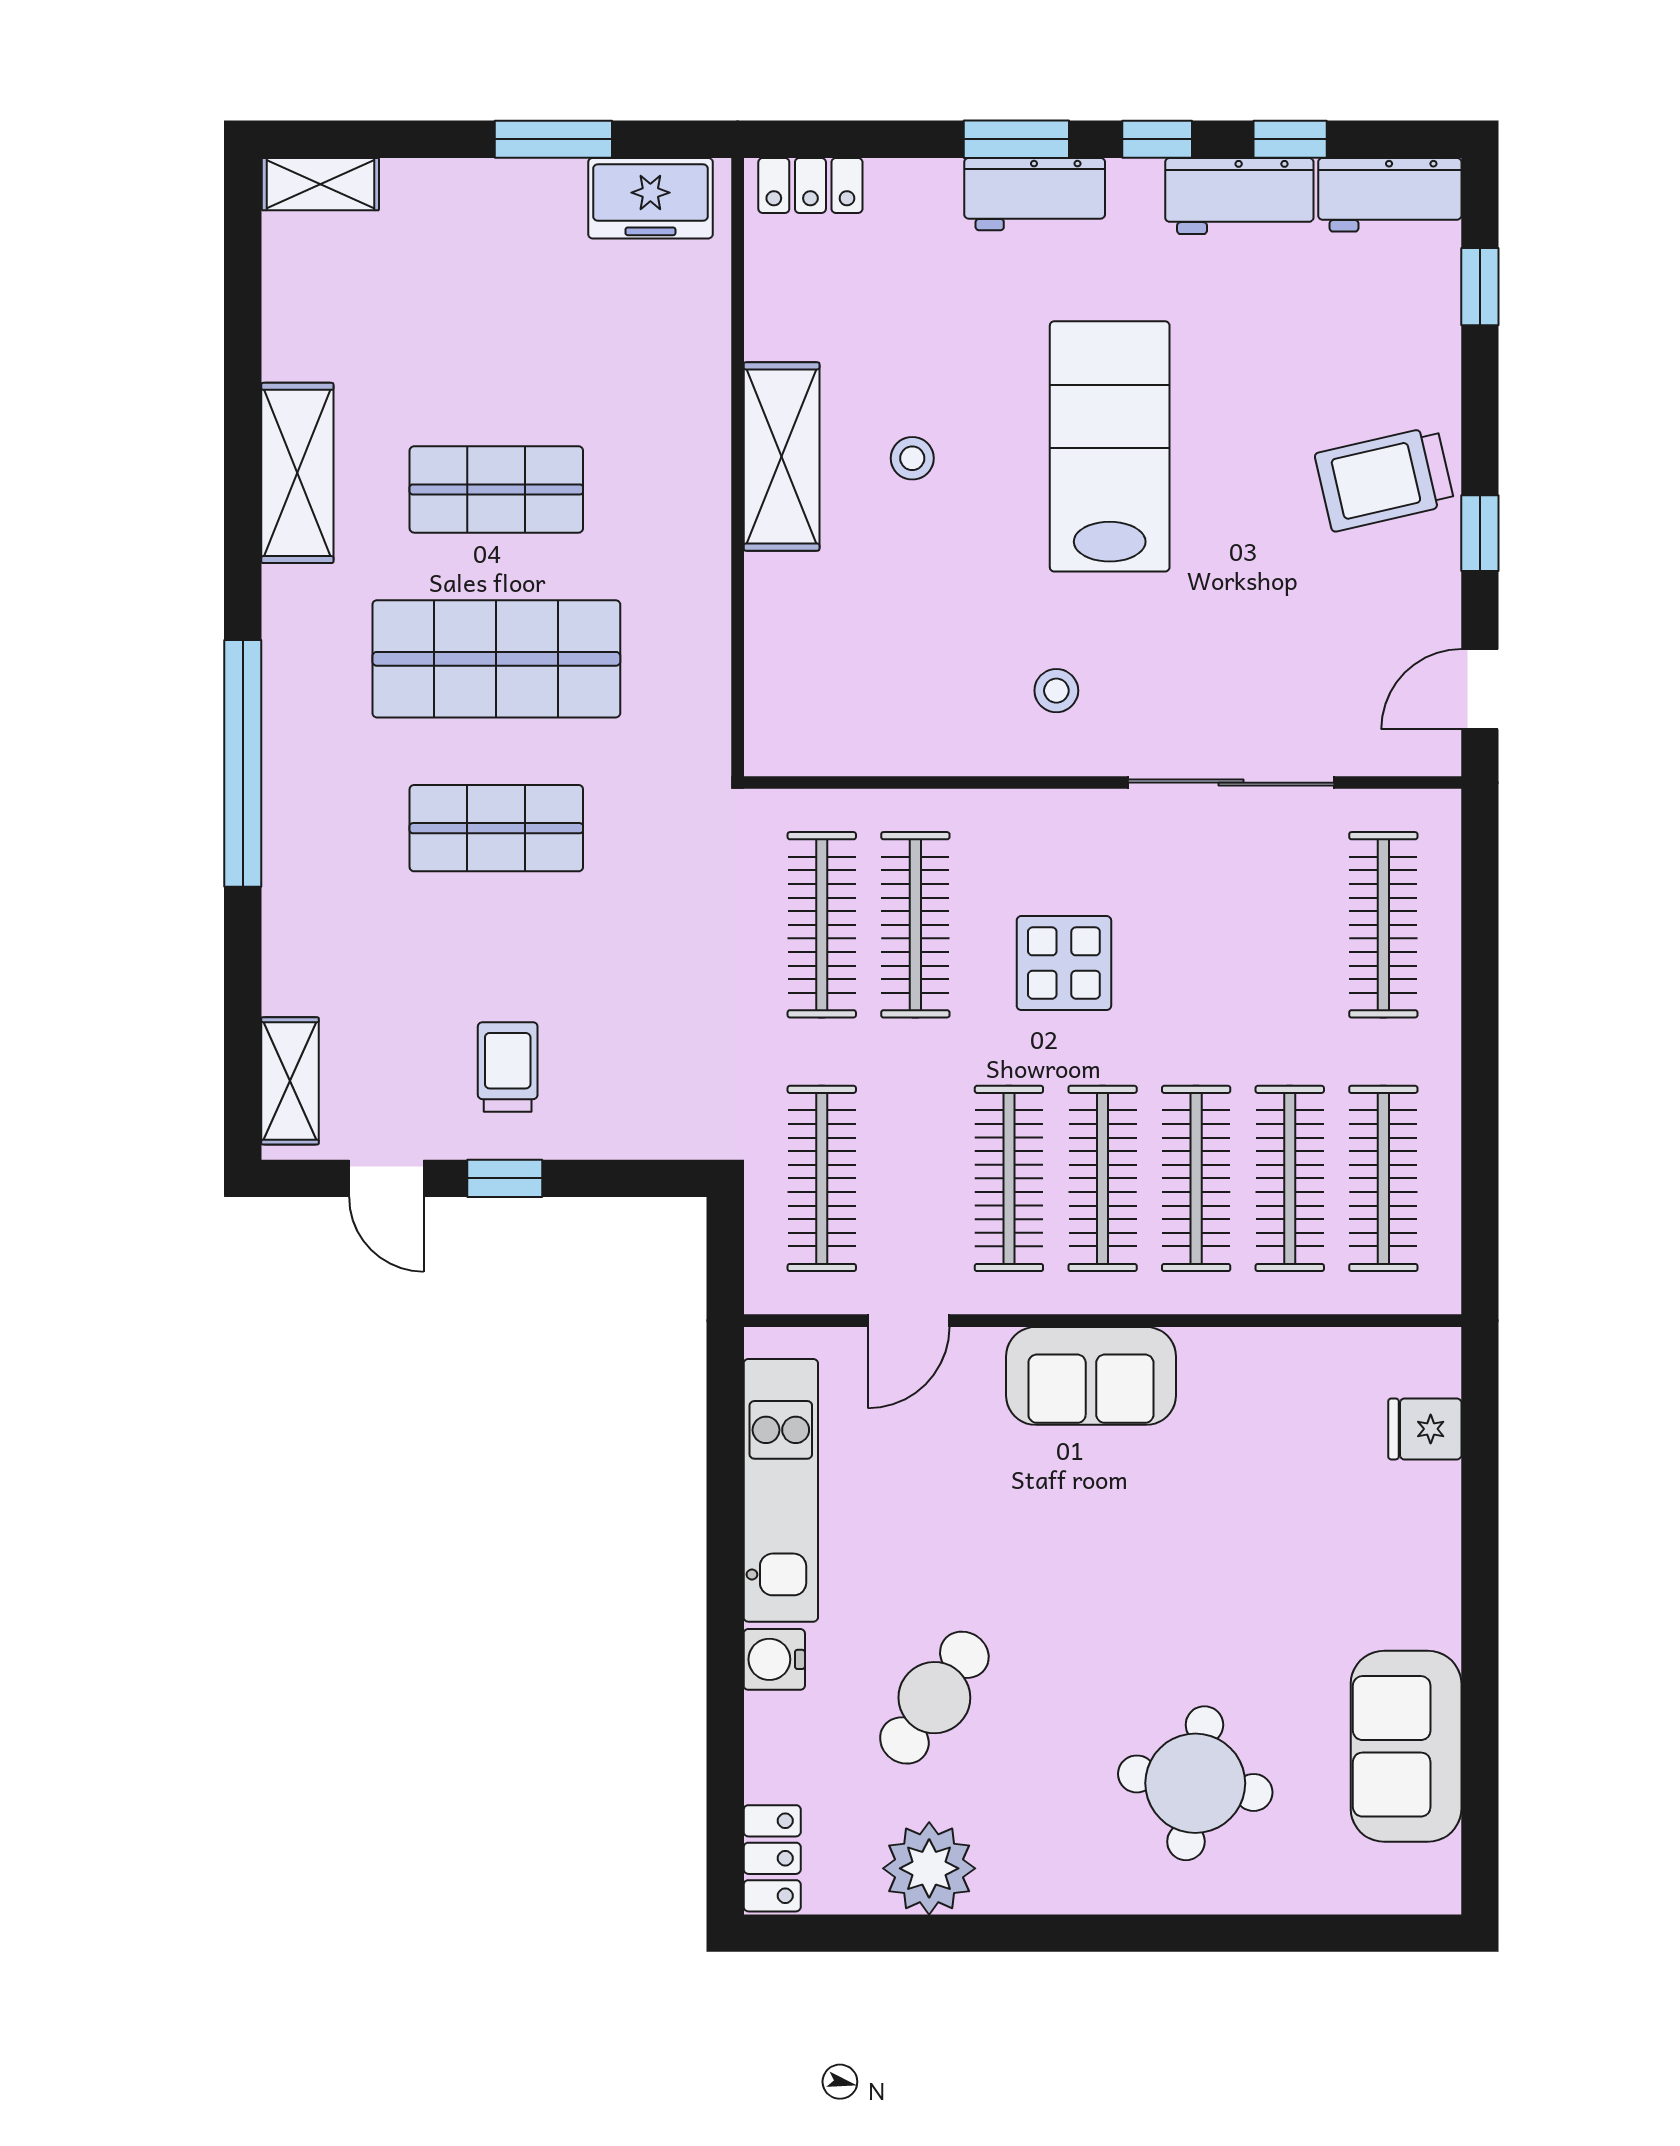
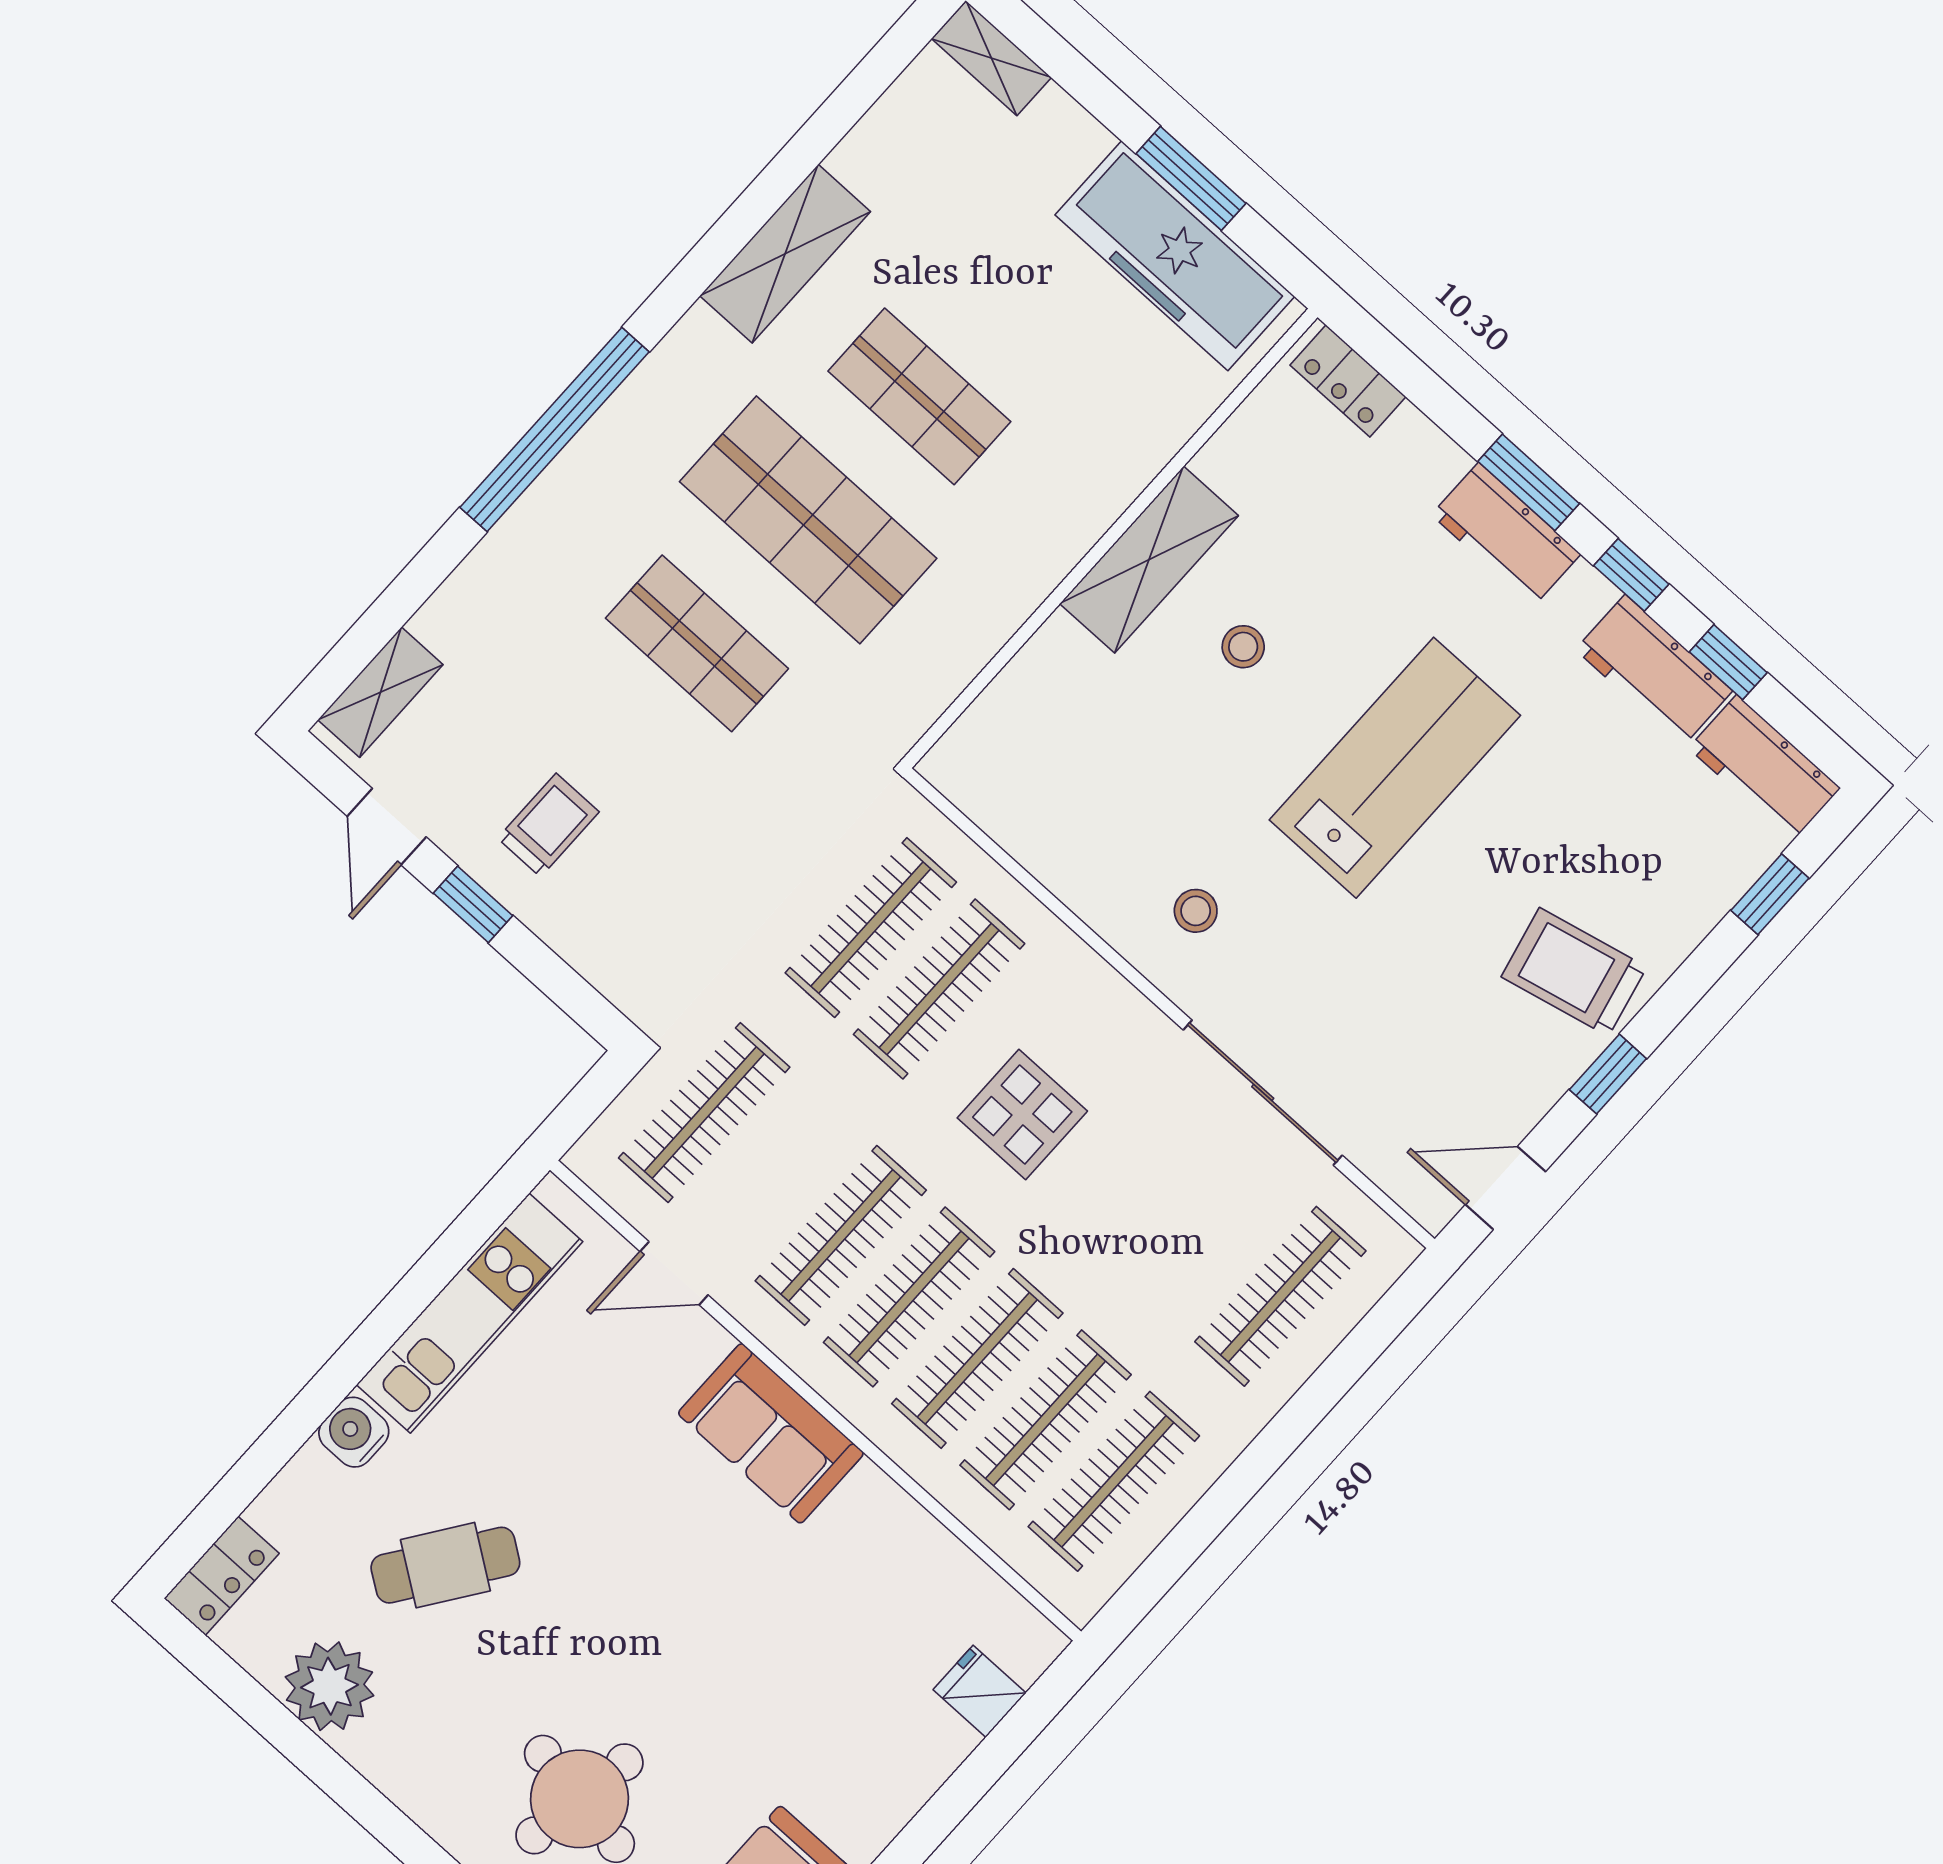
freezer: (650, 198) -> (1175, 256), width x1.91, depth x1.26

